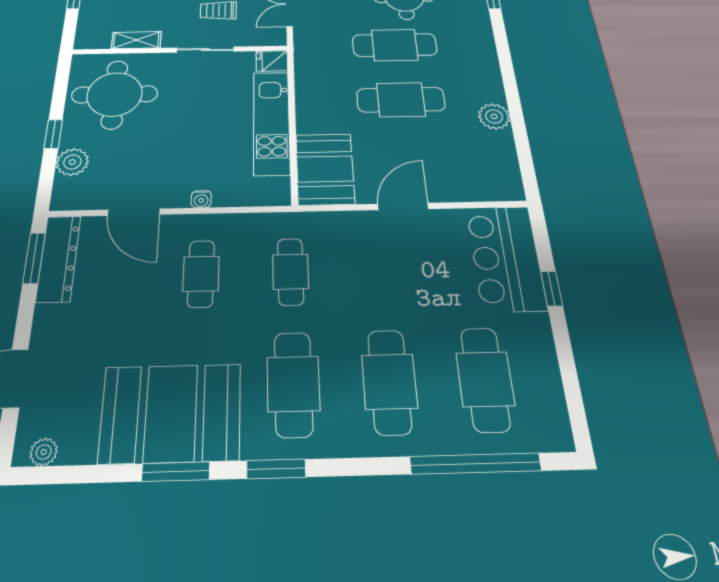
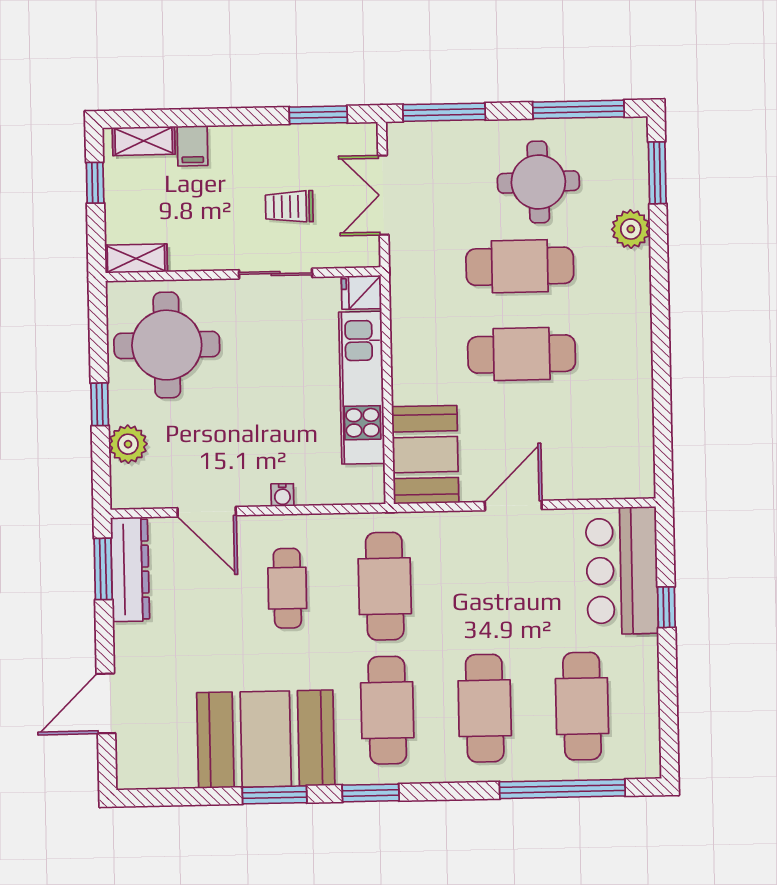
shelving: (136, 40) -> (136, 258), moved
plant: (494, 116) -> (631, 229), moved
cafe table: (291, 272) -> (385, 586), width x1.37, depth x1.35
plant: (44, 452) -> (146, 776), removed

